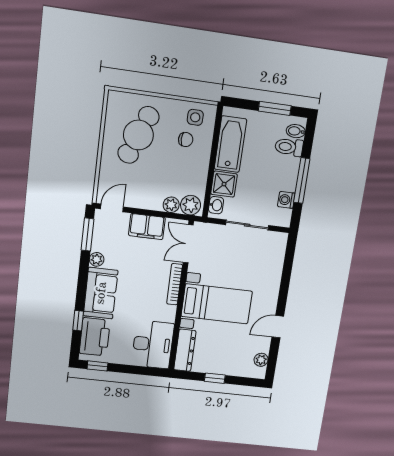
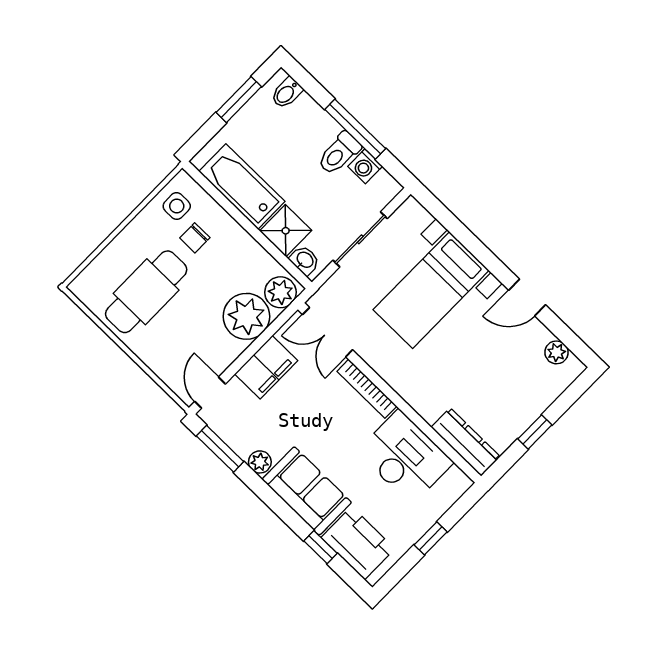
cafe table: (138, 135) -> (146, 292), turned 68
chair: (186, 140) -> (195, 238), turned 180
toilet: (289, 147) -> (339, 153), moved
plant: (171, 205) -> (246, 316), width x1.88, depth x1.88
bed with nightstands: (217, 304) -> (431, 290), moved, turned 180
door: (278, 327) -> (527, 297), hinge flipped
desk: (153, 344) -> (405, 457), moved
window: (97, 366) -> (431, 538), moved

